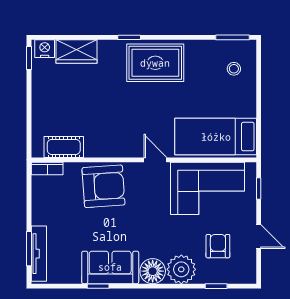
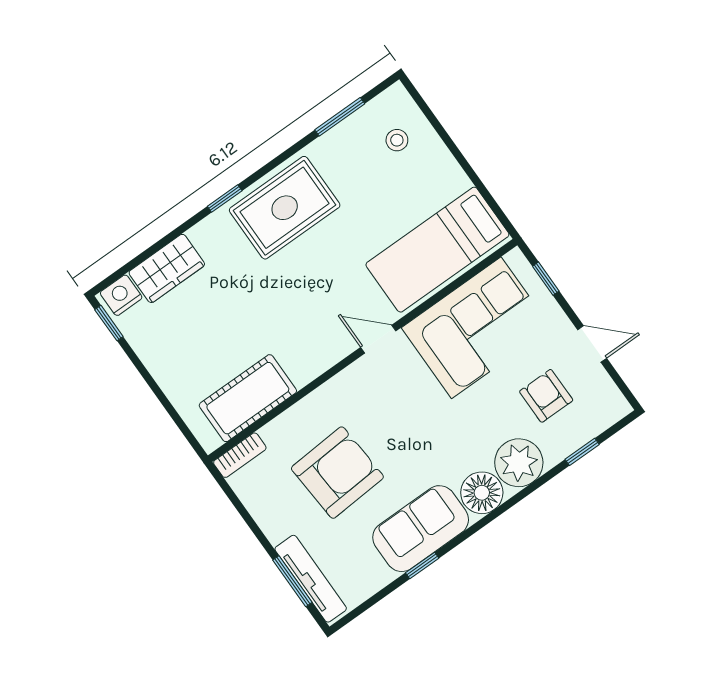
window: (232, 37) -> (340, 117), moved
cot: (64, 147) -> (248, 398), width x1.37, depth x1.34
armchair: (103, 186) -> (337, 473), moved

